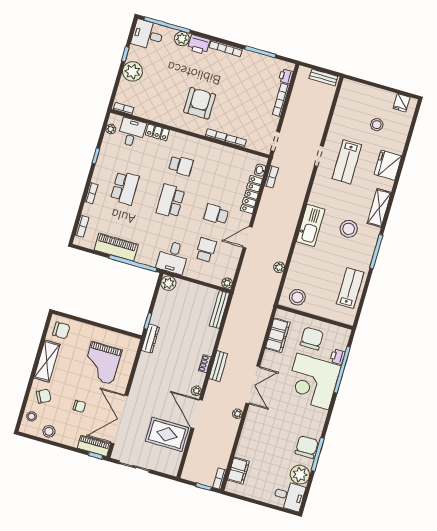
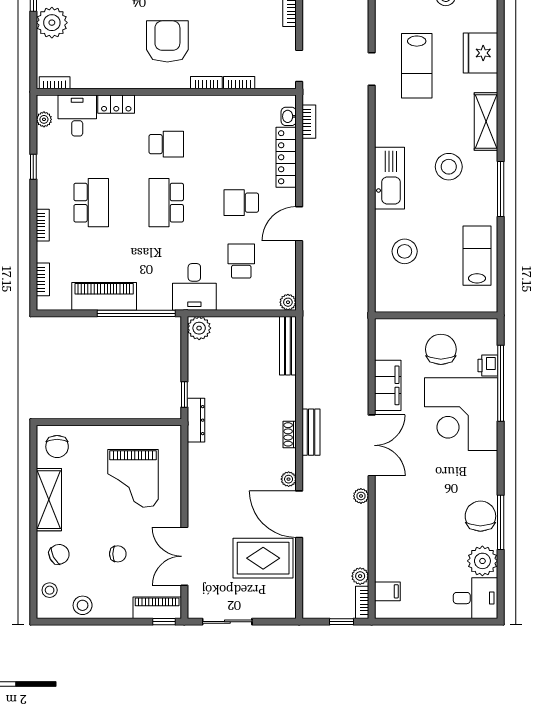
plant: (279, 267) -> (360, 576), moved
stool: (297, 297) -> (405, 251), moved
chair: (61, 330) -> (57, 447), turned 90
filing cabinet: (278, 335) -> (388, 385), moved
double door: (119, 419) -> (184, 556), width x0.73
filing cabinet: (238, 471) -> (387, 591), width x0.50

